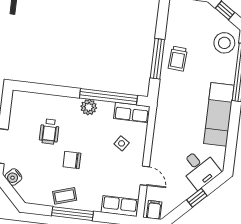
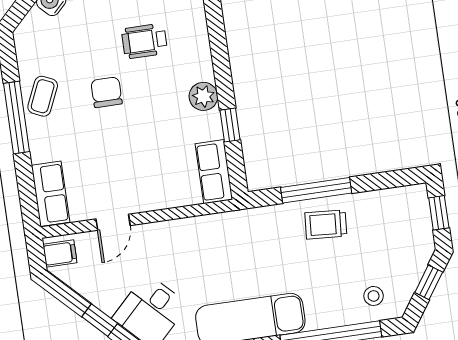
stool: (224, 43) -> (374, 296), width x0.53, depth x0.53
window: (108, 97) -> (230, 125), width x0.32
side table: (122, 143) -> (157, 168), removed
coffee table: (65, 196) -> (43, 96), turned 41

